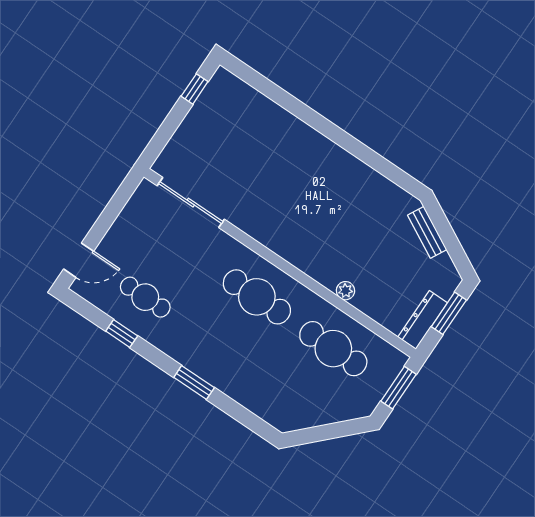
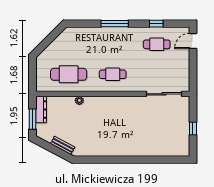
window: (195, 89) -> (193, 129), moved
cafe table: (257, 297) -> (113, 74), width x0.73, depth x0.74
window: (194, 382) -> (115, 24), width x1.44
window: (398, 388) -> (32, 76), removed

